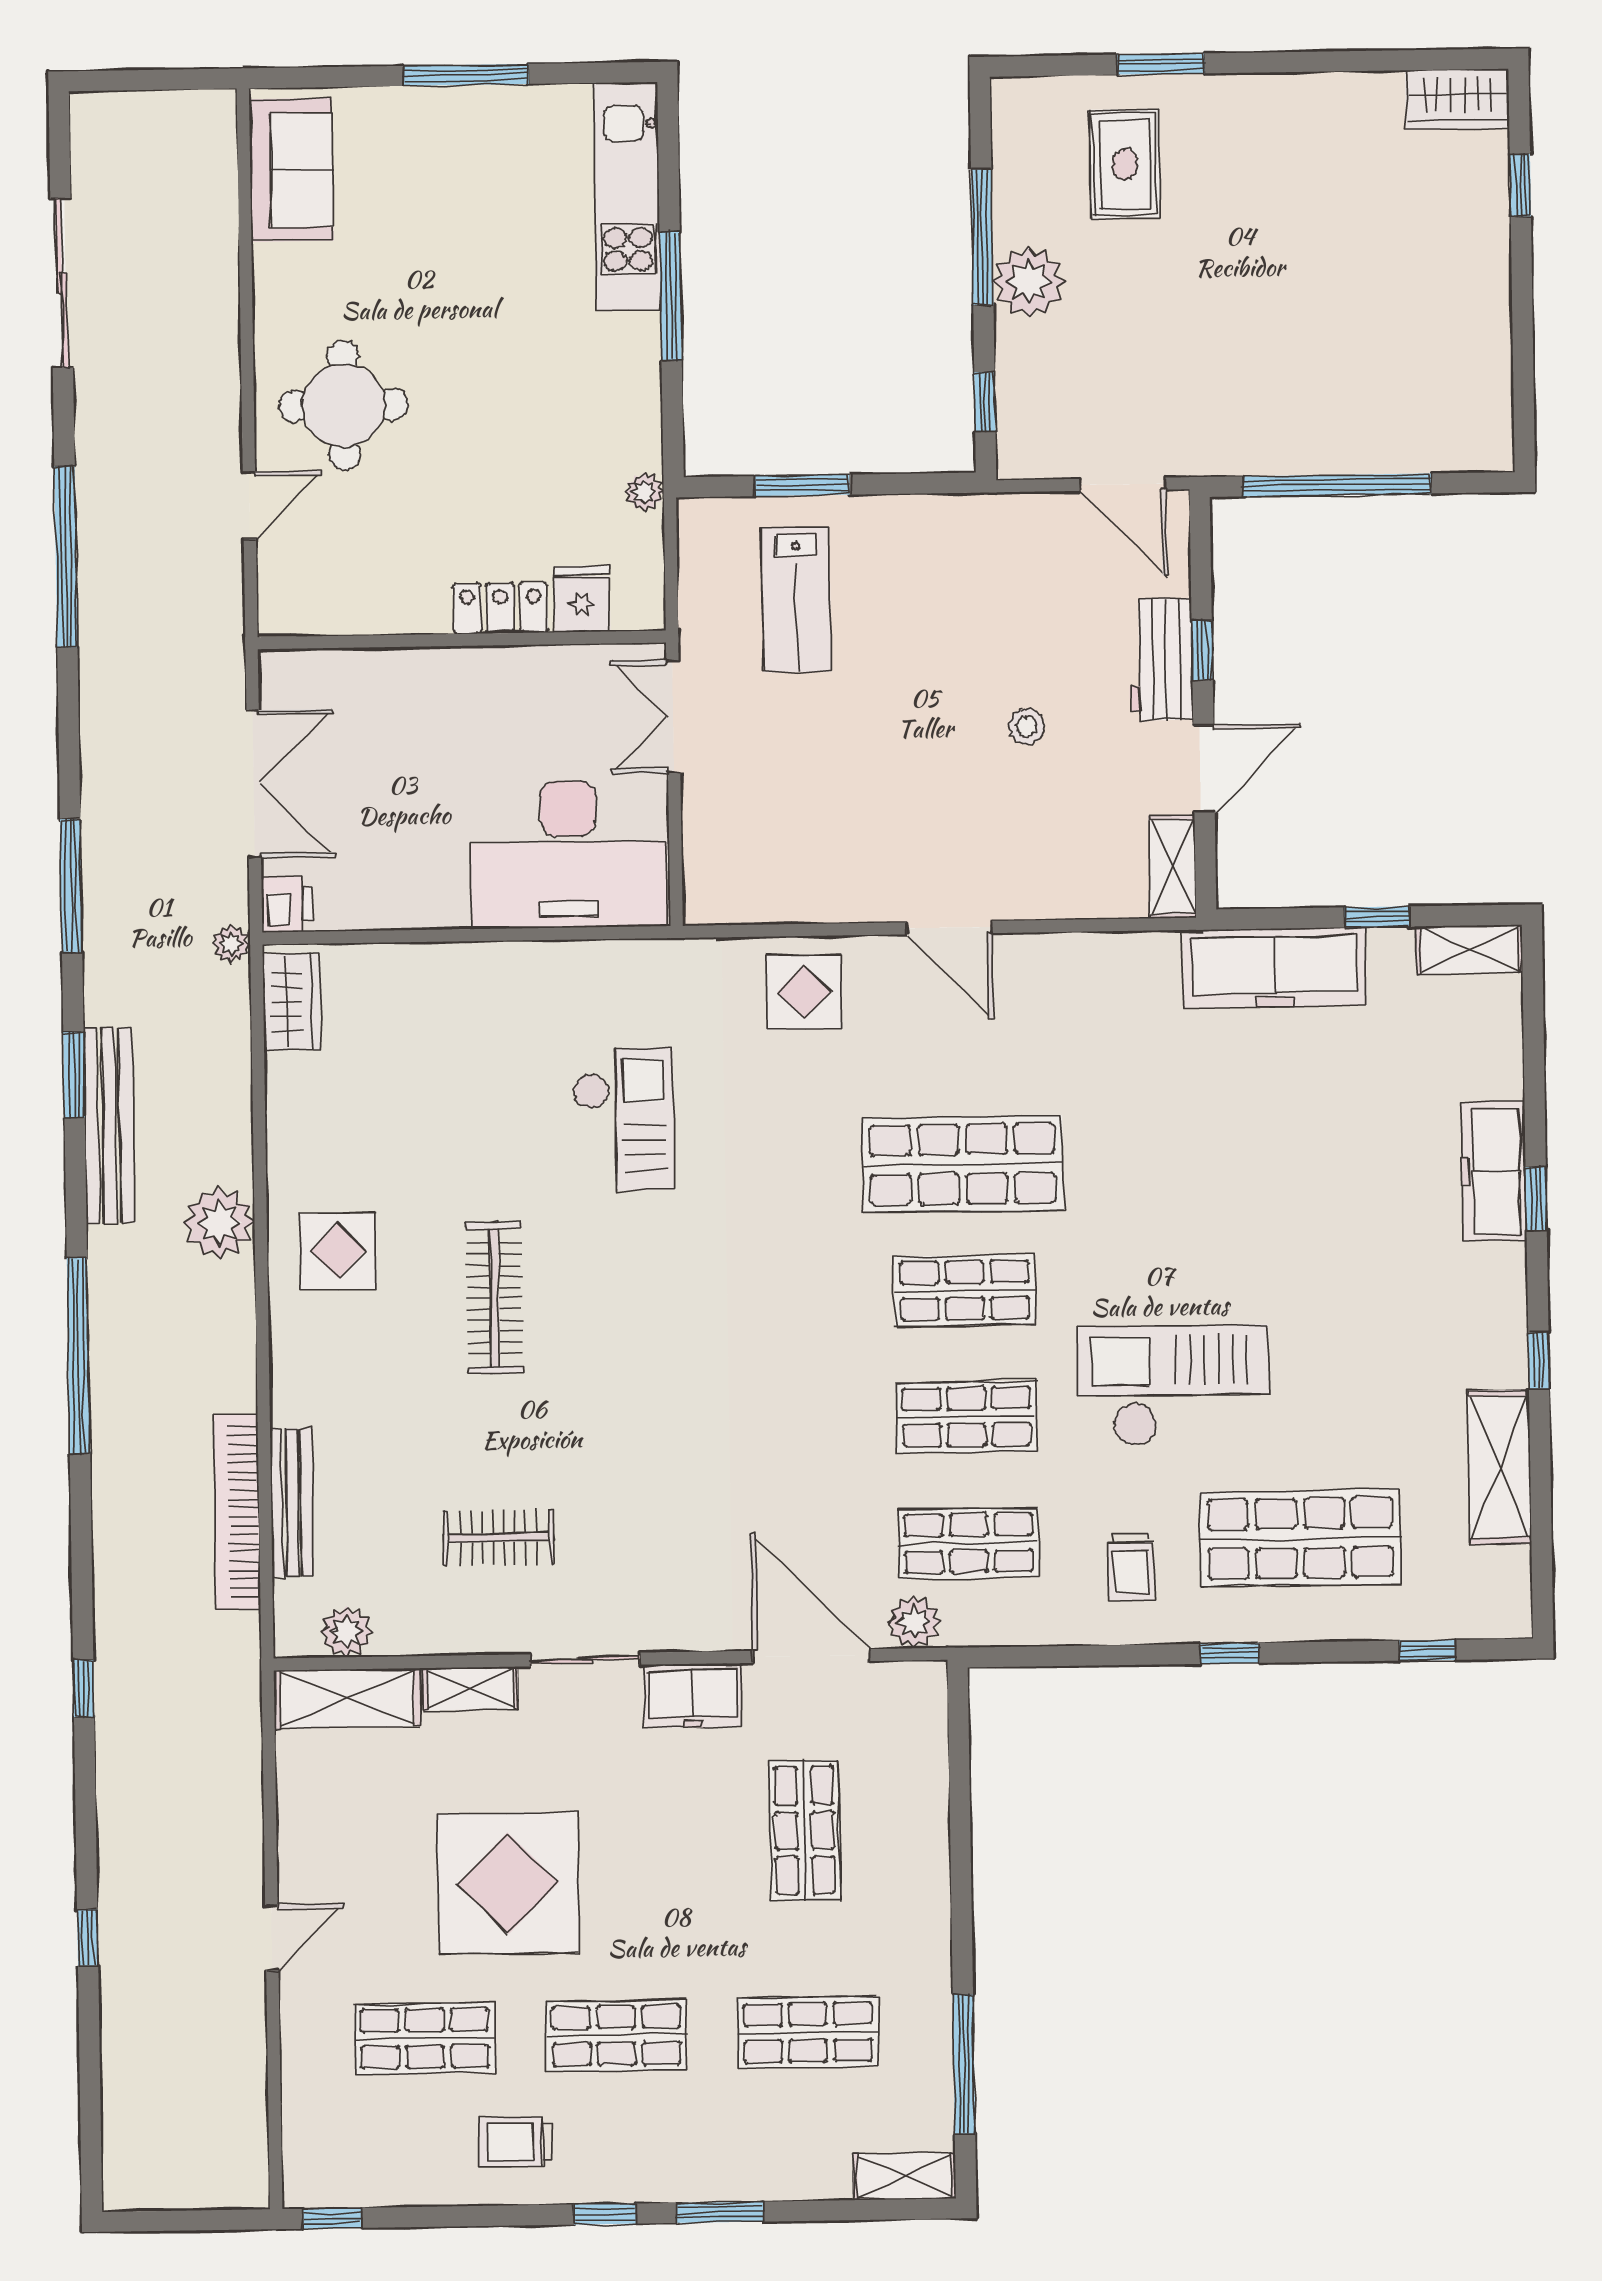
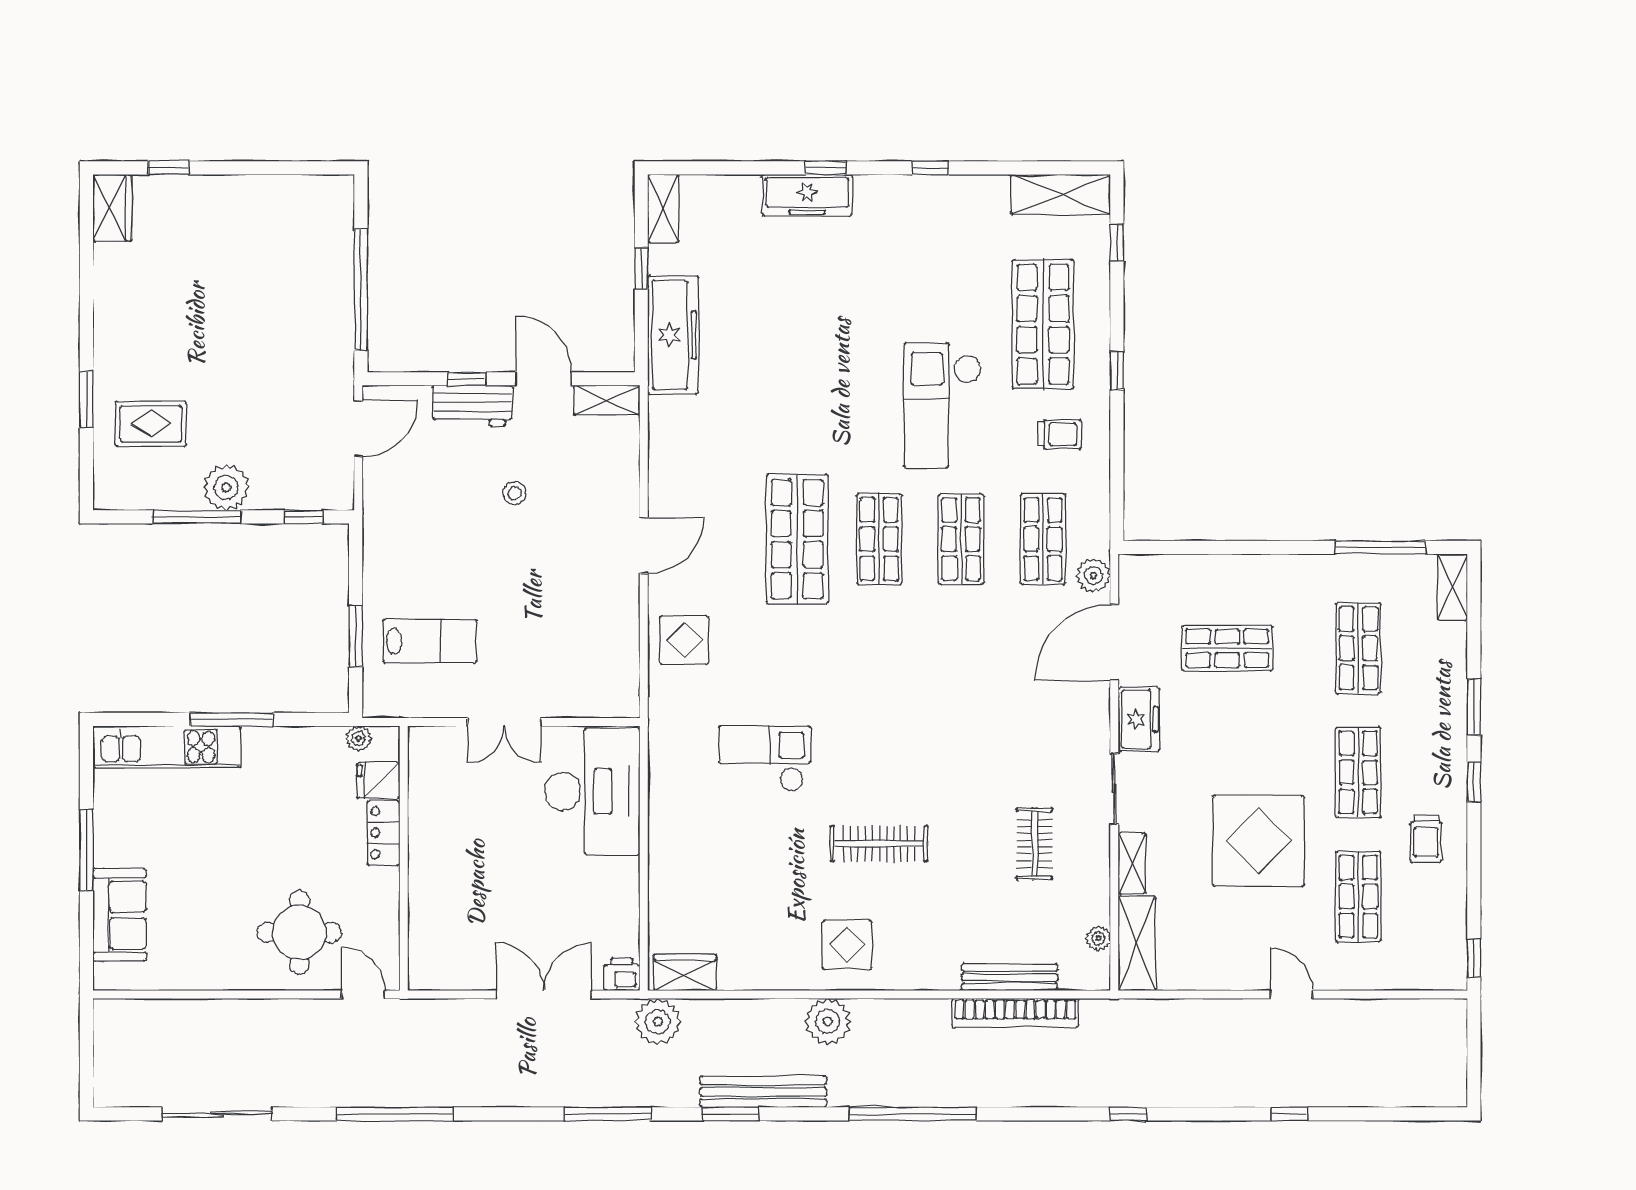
sofa: (291, 170) -> (120, 915), moved, turned 90
fridge: (582, 599) -> (378, 780), moved
locker: (500, 608) -> (384, 833), moved
wall: (462, 640) -> (404, 858), moved
plant: (231, 944) -> (658, 1021), width x1.88, depth x1.88
shelving: (1500, 1467) -> (1061, 194), moved
plant: (347, 1632) -> (1098, 938), width x0.73, depth x0.73

